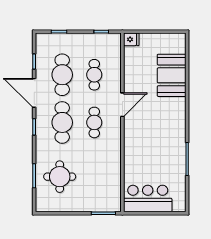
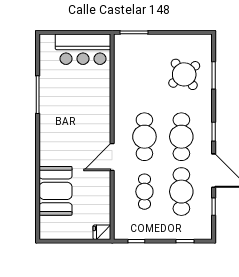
cafe table: (94, 122) -> (144, 137), width x1.37, depth x1.35
round table: (60, 177) -> (184, 74), turned -38

